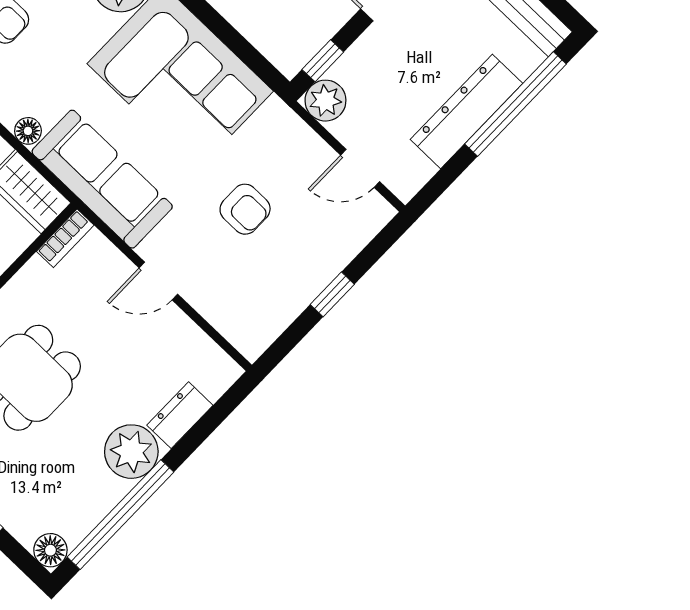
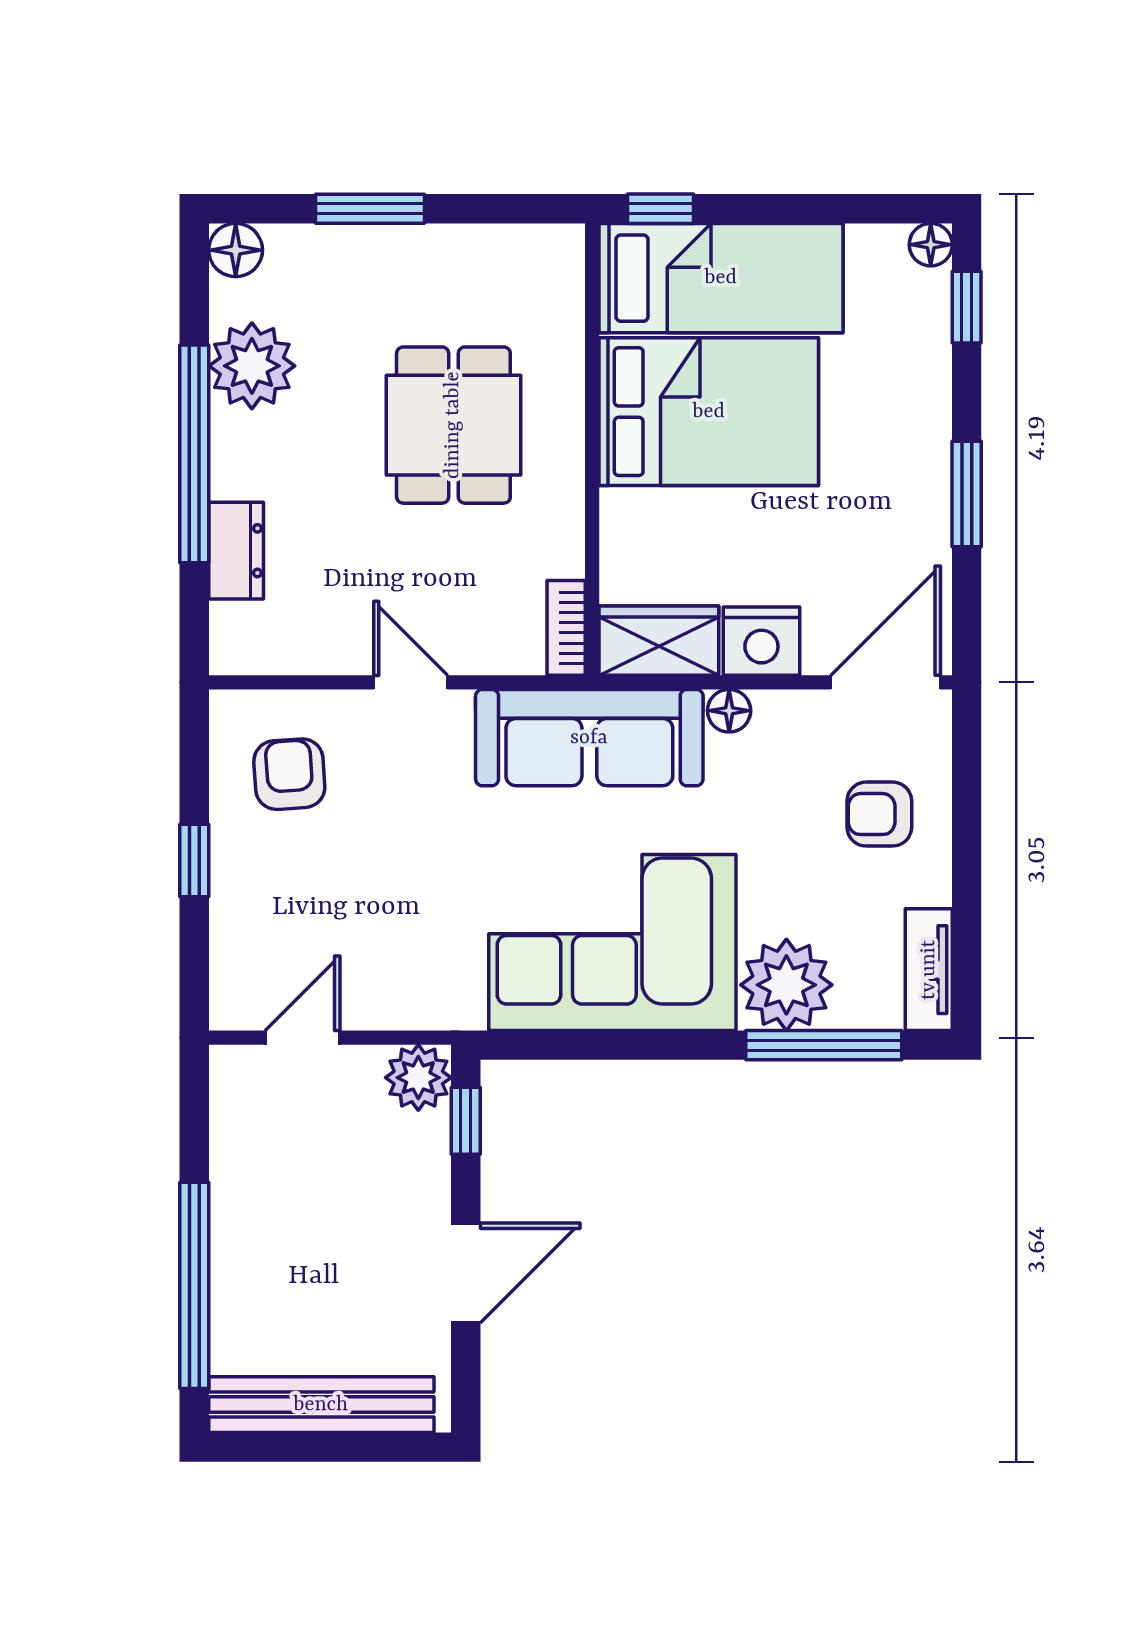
dresser: (466, 111) -> (243, 1222), removed
armchair: (245, 209) -> (289, 774), moved, turned 86
door: (158, 281) -> (411, 682), hinge flipped
plant: (131, 452) -> (252, 366), moved
window: (120, 515) -> (194, 454), moved

